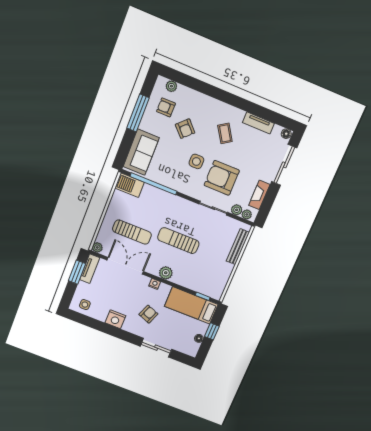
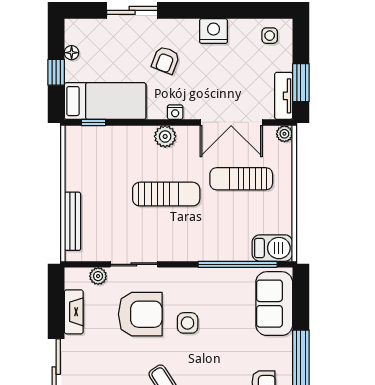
armchair: (185, 129) -> (223, 363), removed
plant: (247, 214) -> (80, 275), removed

